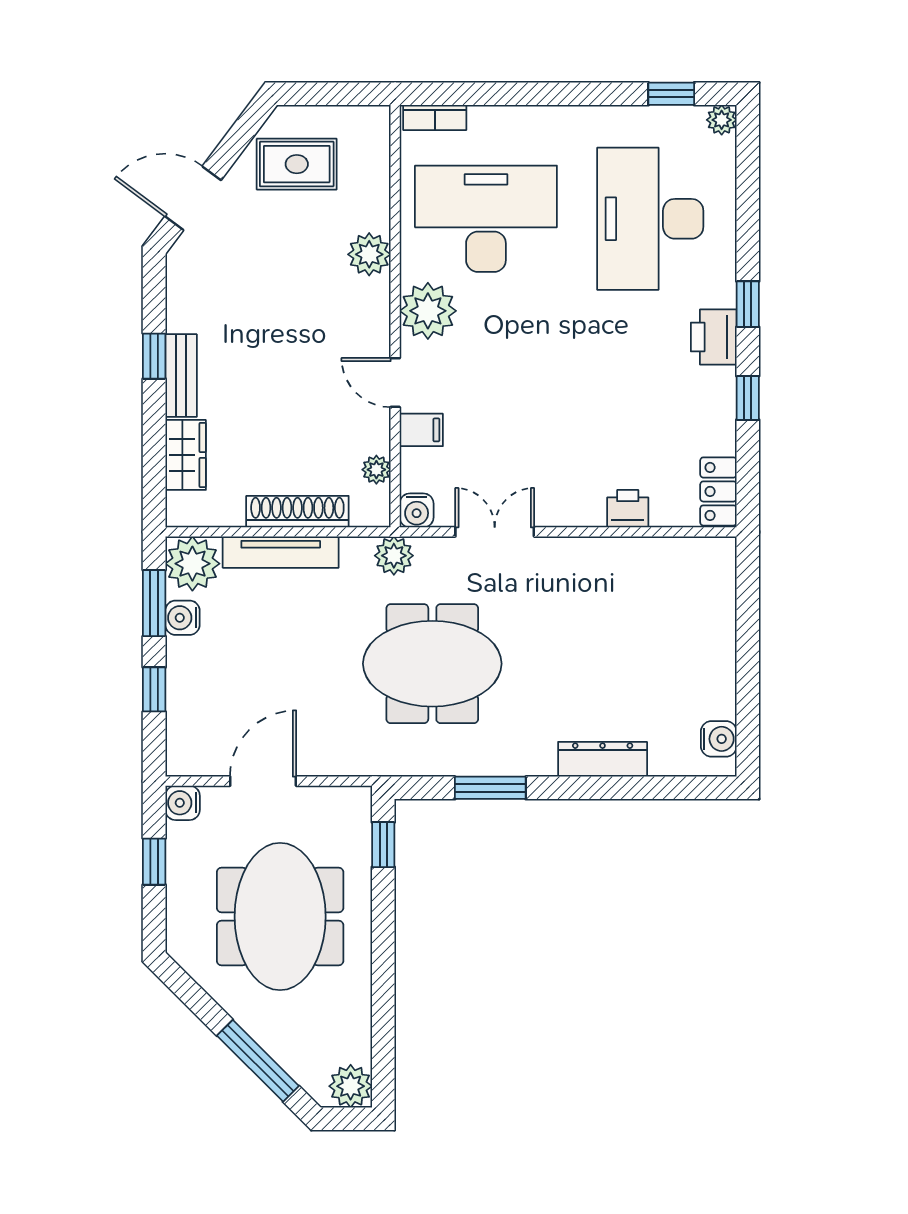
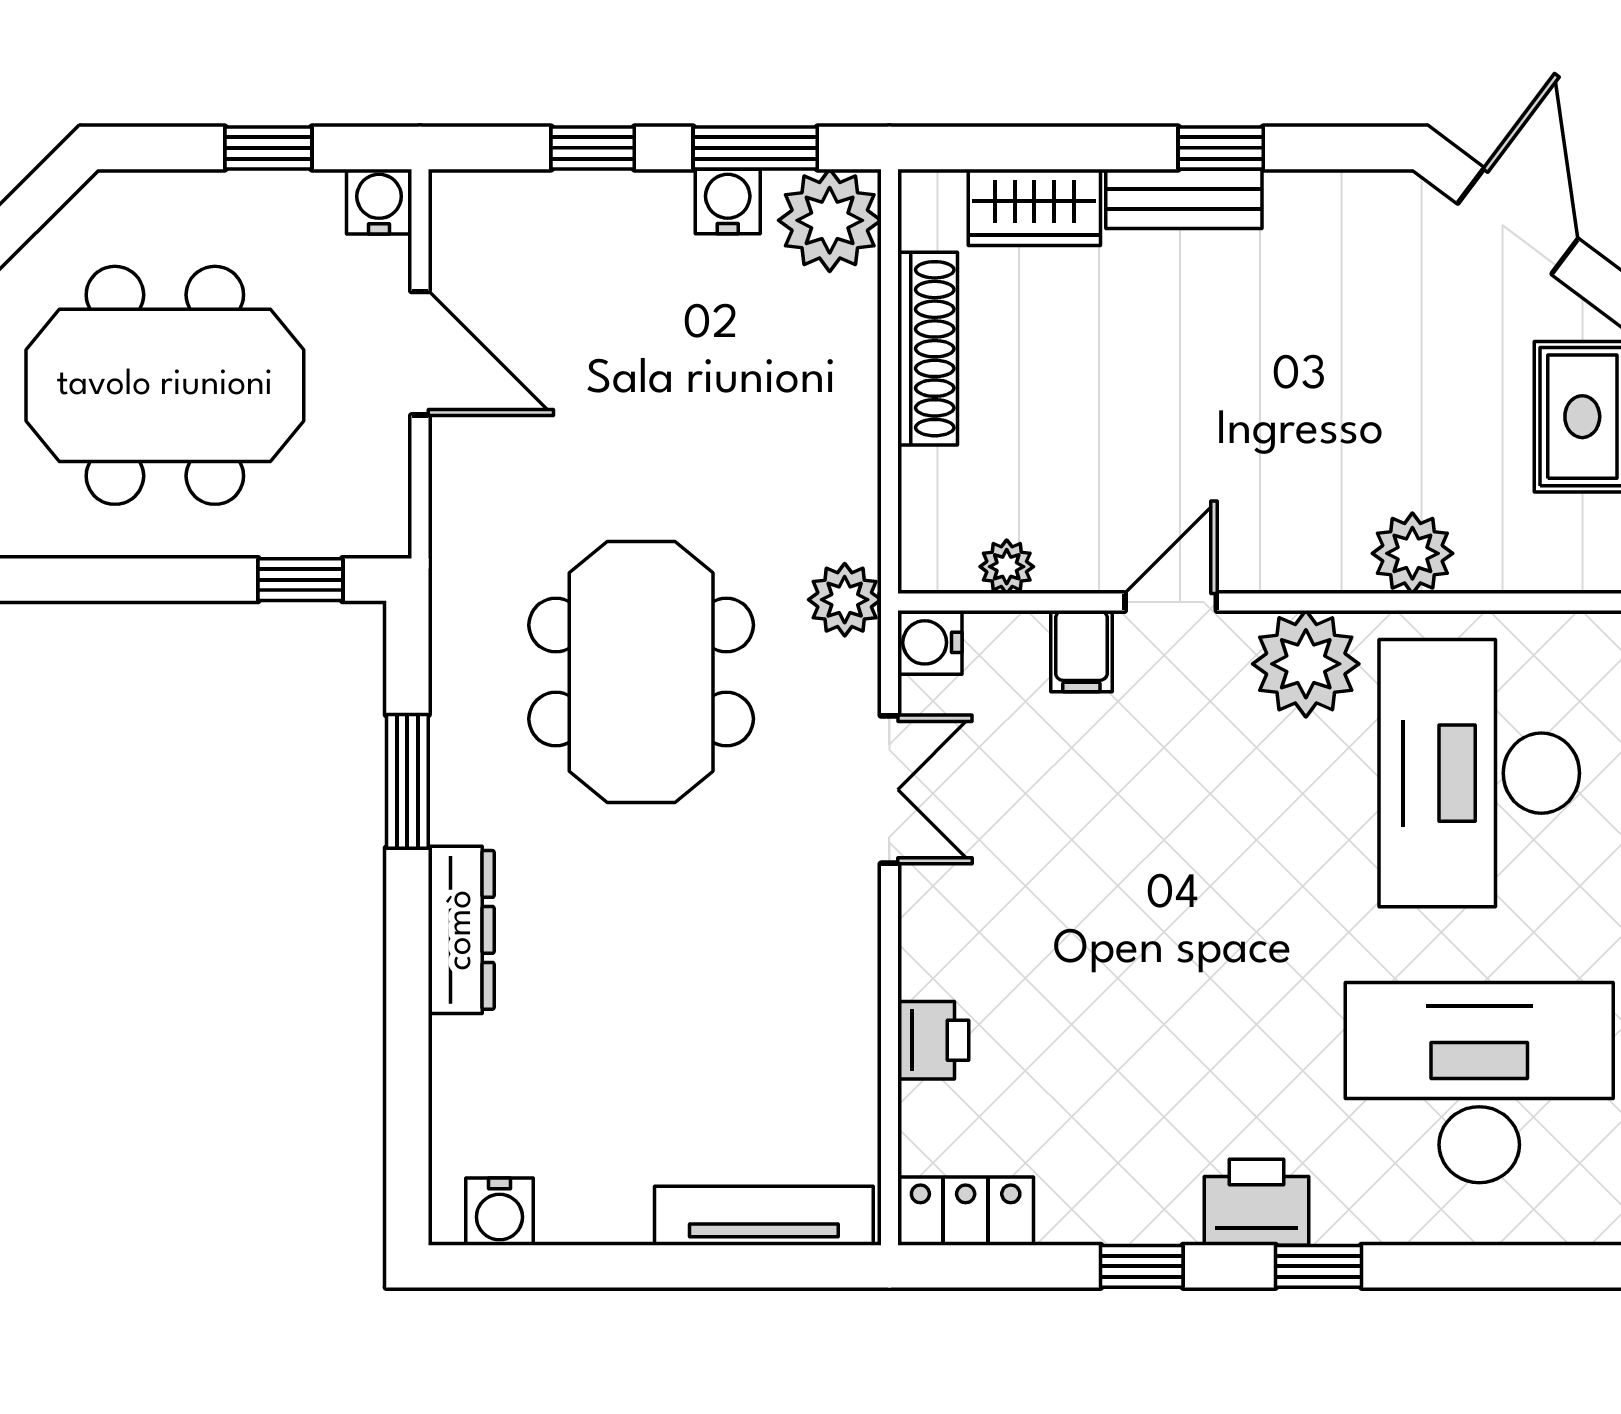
desk: (486, 219) -> (1479, 773), turned 180
shoe rack: (297, 512) -> (928, 349), moved
tv unit: (281, 552) -> (764, 1216), moved, turned 90
dresser: (603, 759) -> (461, 930), moved

